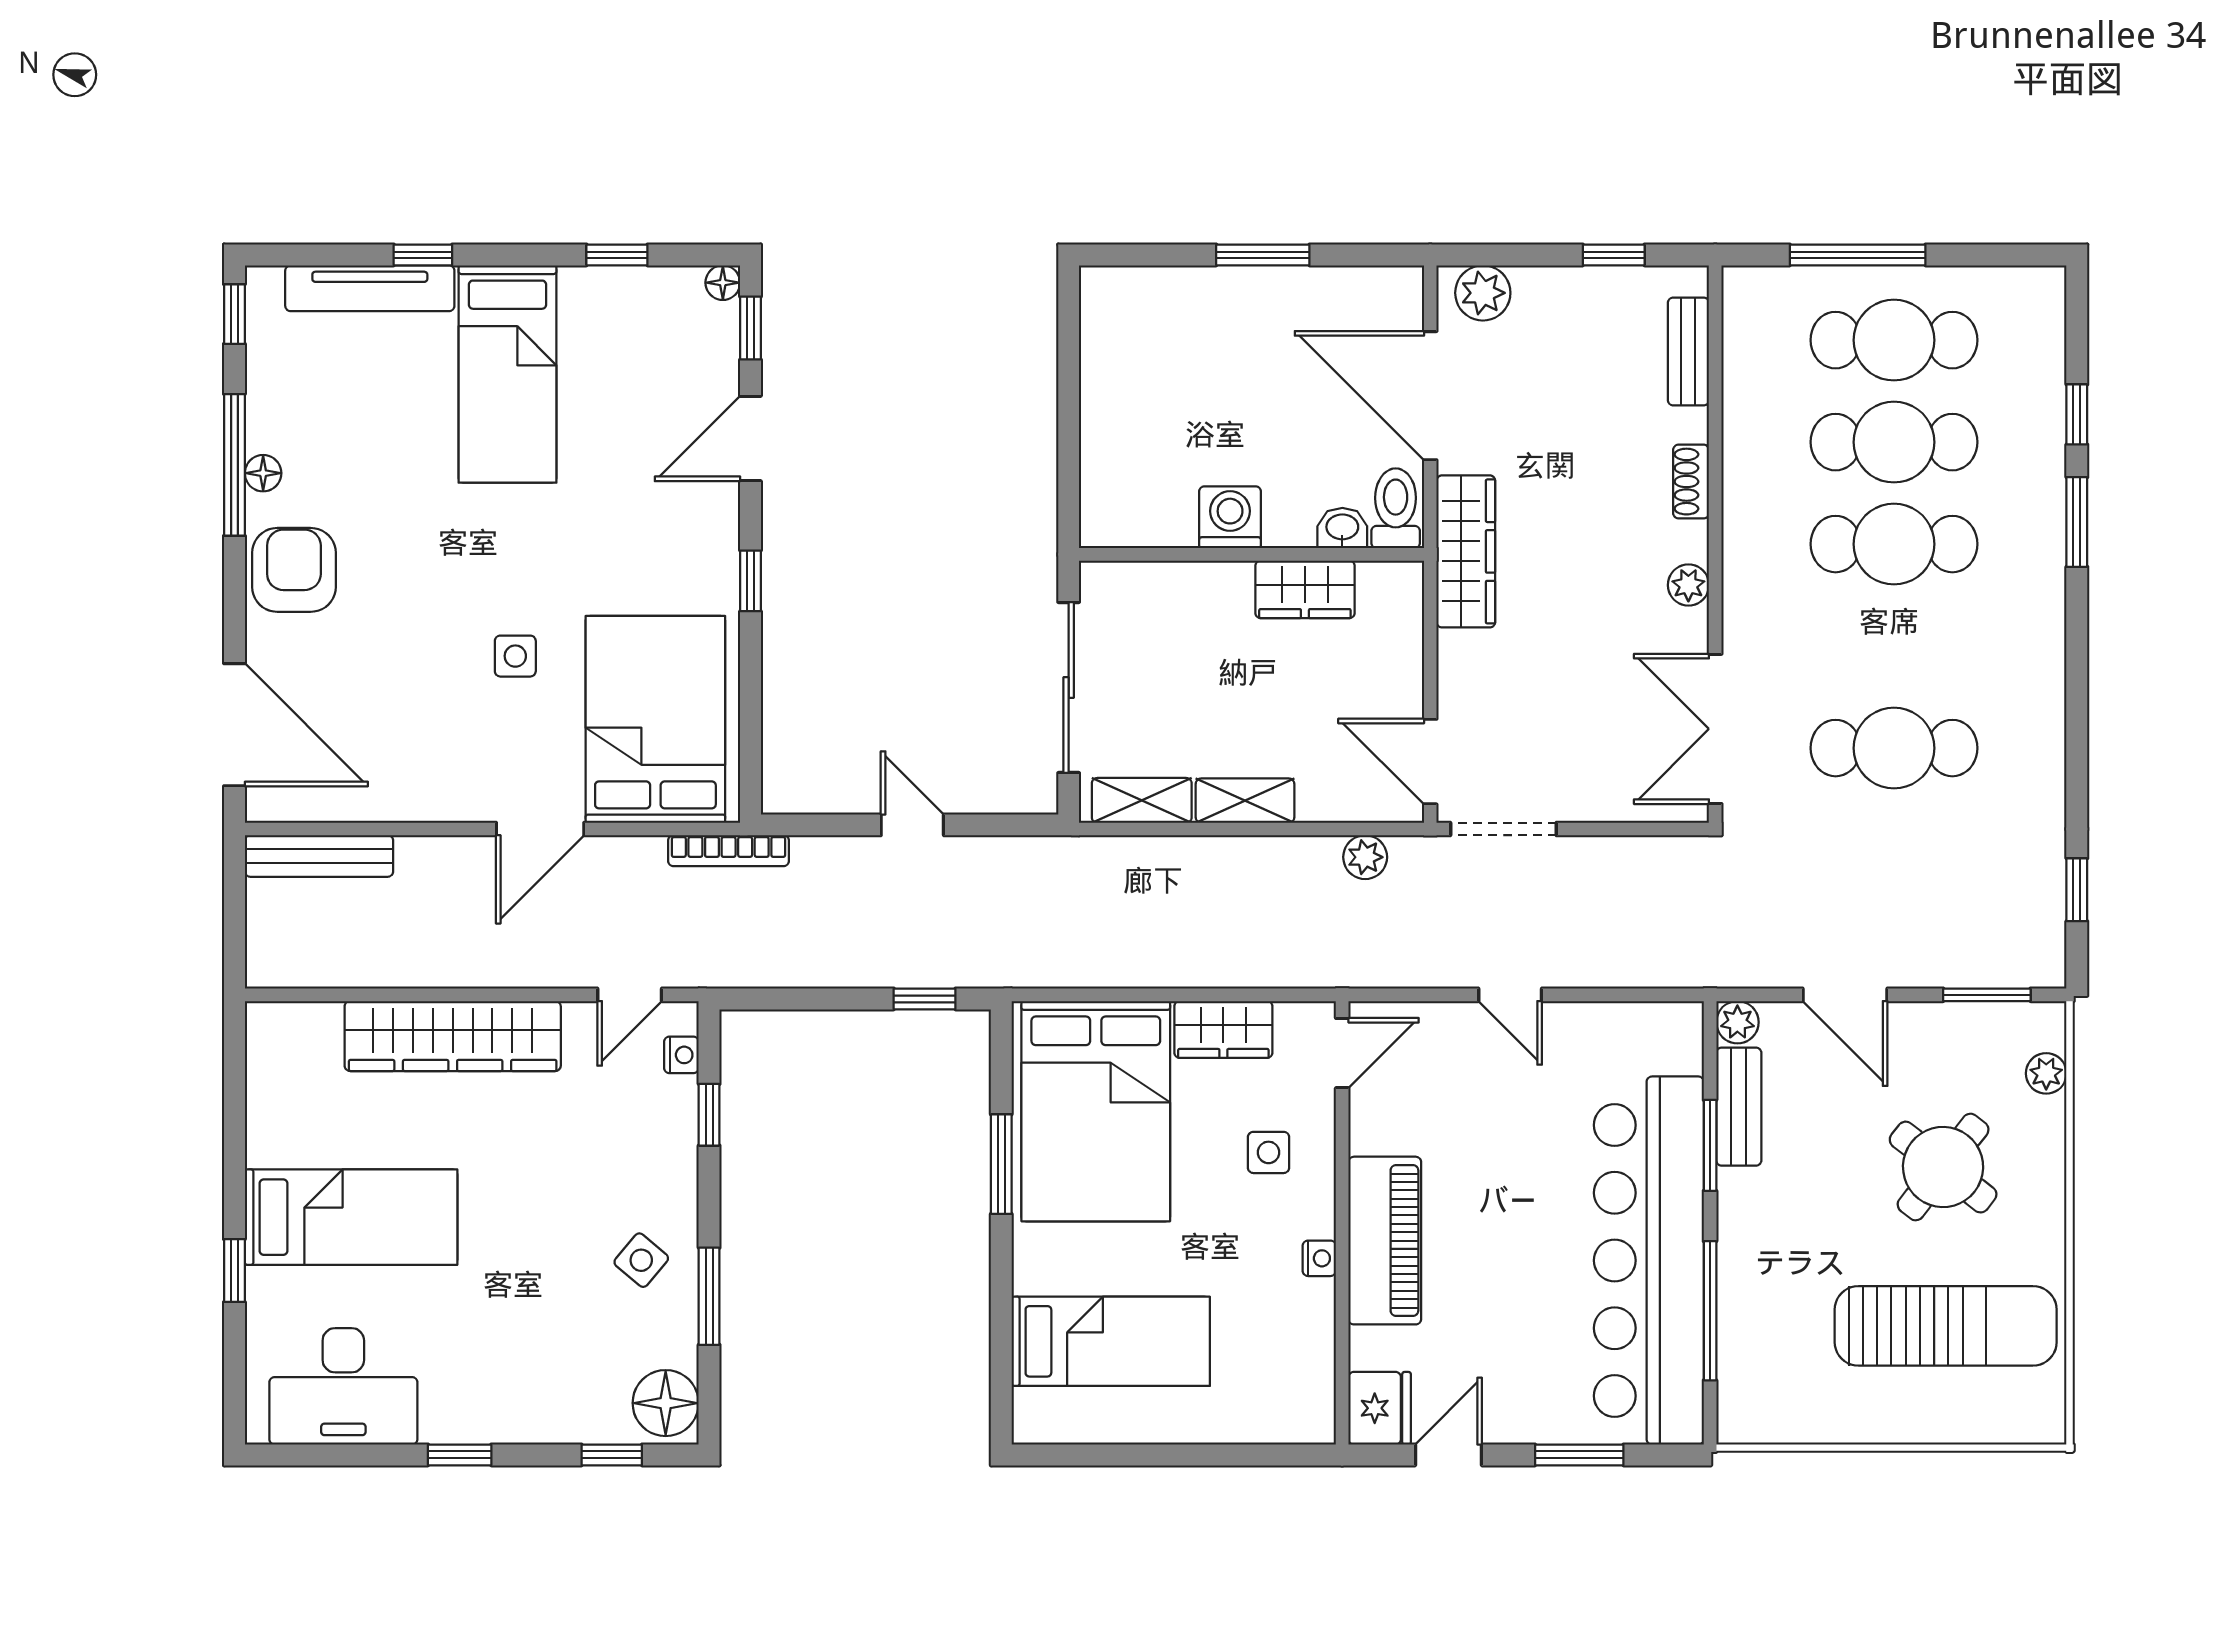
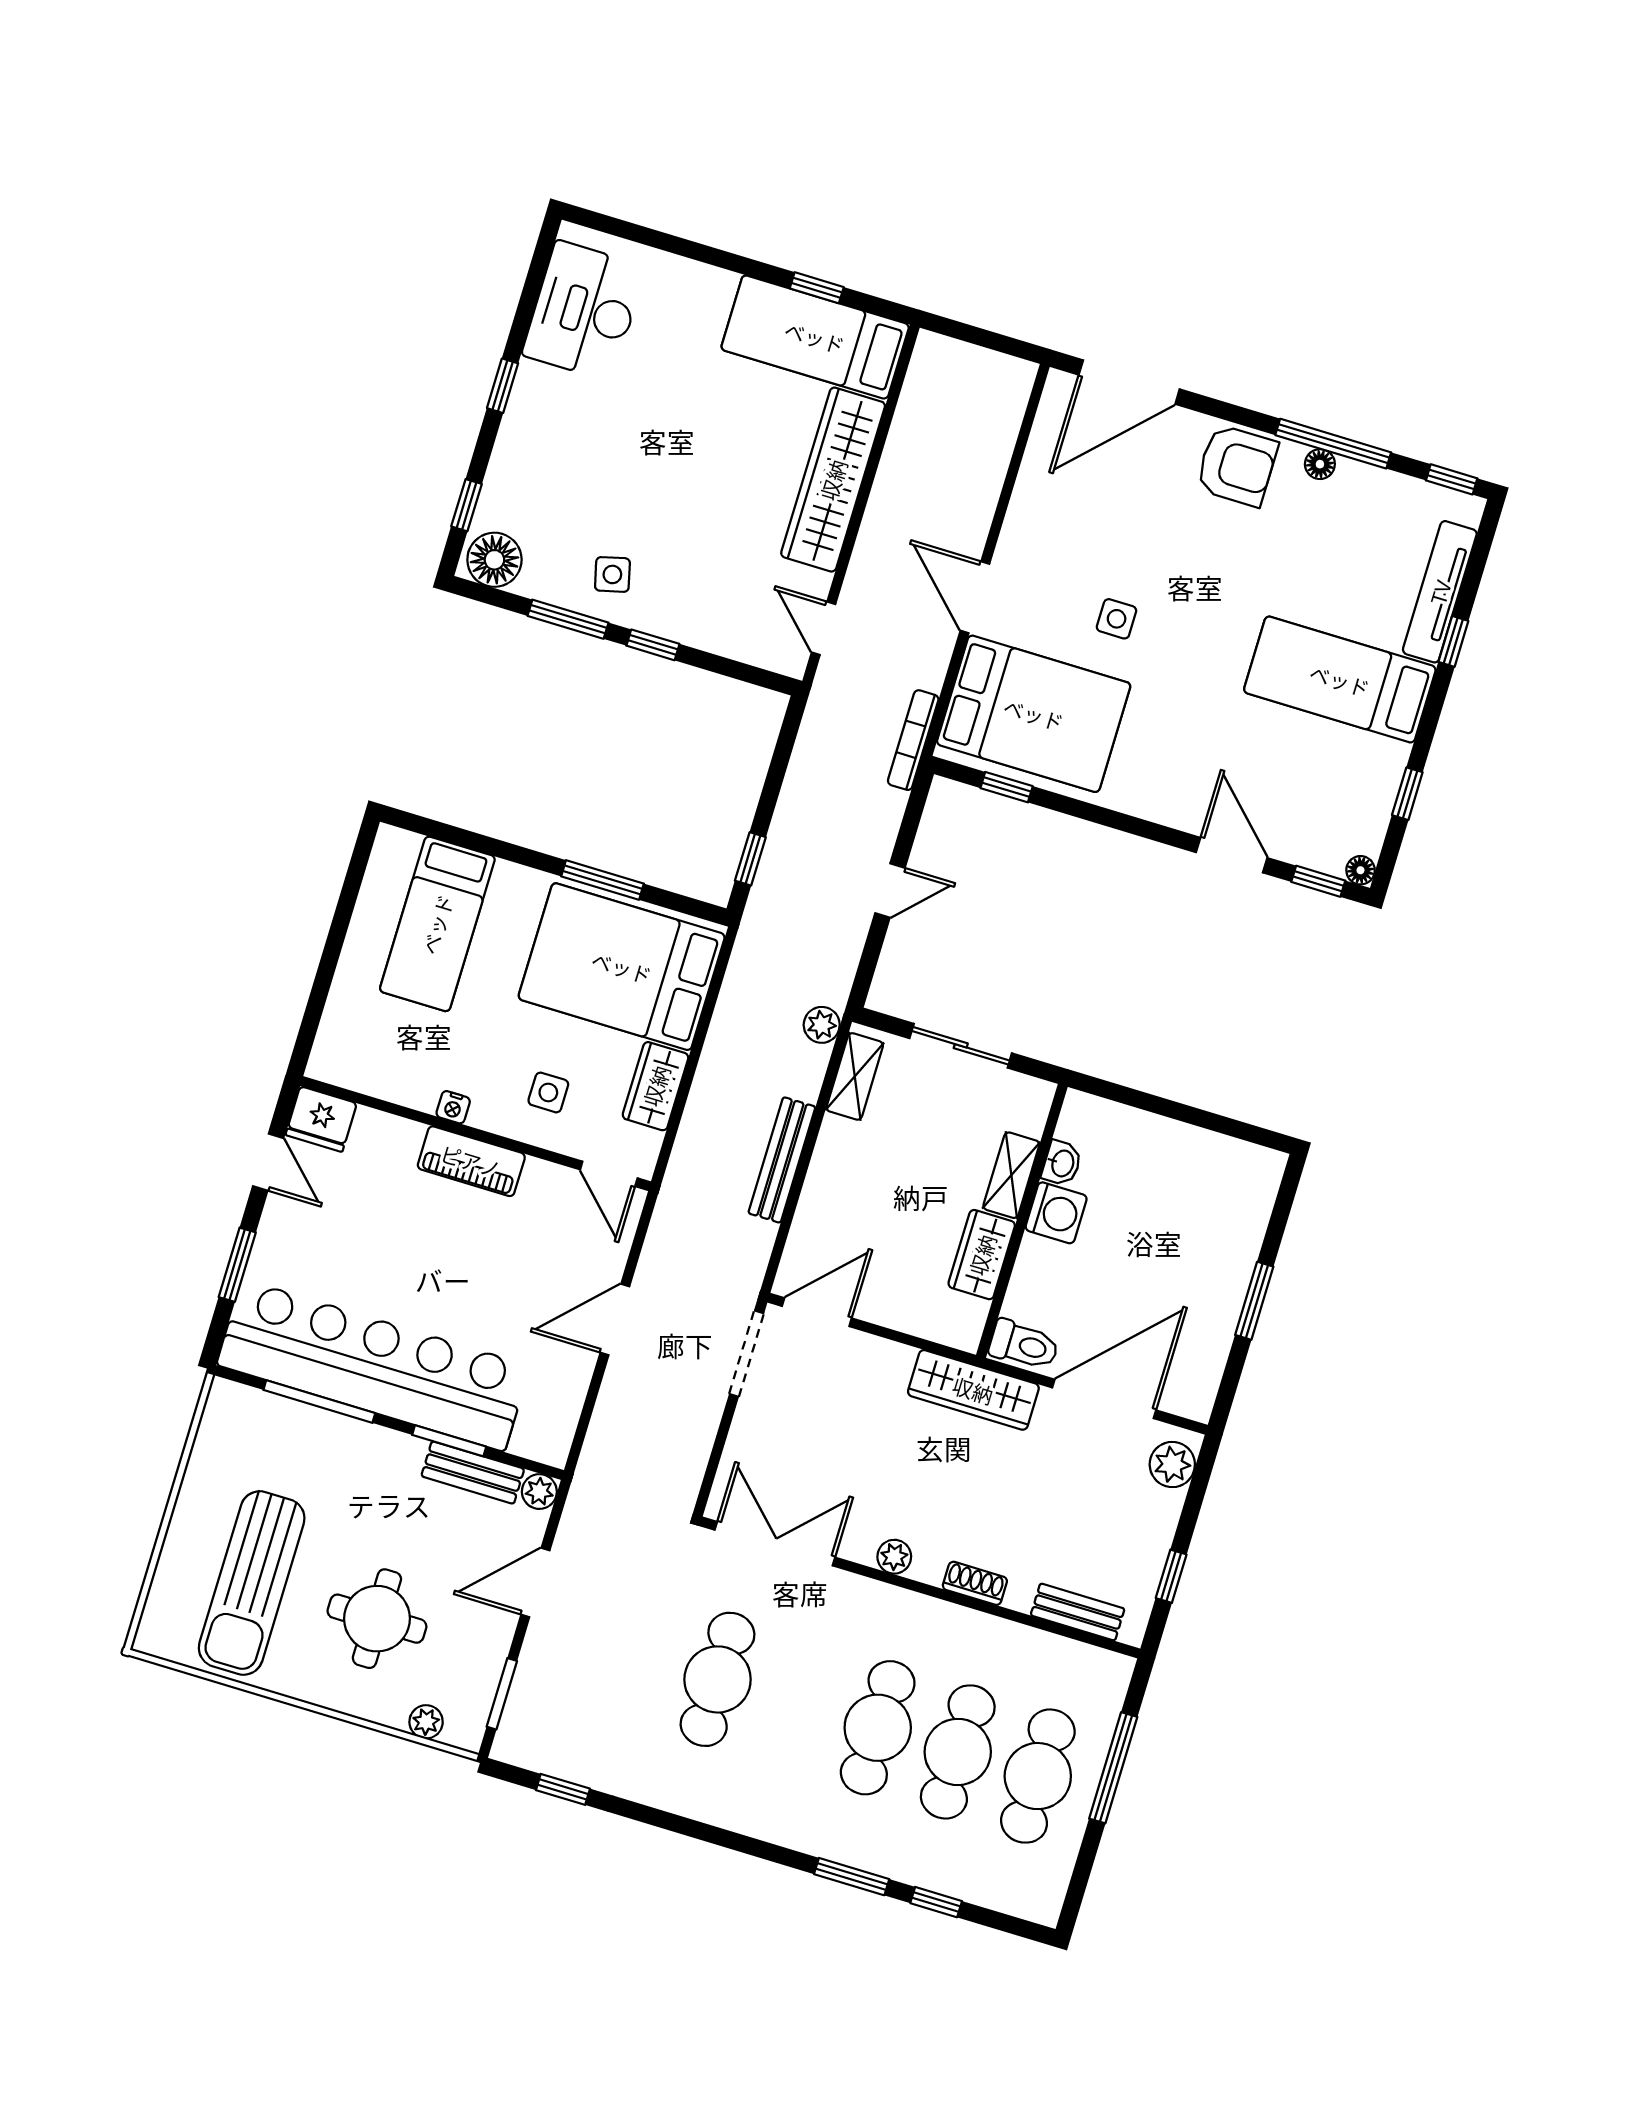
washbasin: (1342, 528) -> (1062, 1163), moved
window: (750, 581) -> (1007, 787), moved
sliding door: (1069, 688) -> (961, 1046), width x0.73
shelving: (1245, 801) -> (1011, 1175), moved
bench: (319, 856) -> (782, 1160), moved
plant: (1365, 857) -> (822, 1025), moved
door: (1510, 995) -> (615, 1320), width x1.38
nightstand: (681, 1055) -> (764, 655), removed
window: (709, 1115) -> (653, 645), moved
round table: (1943, 1167) -> (377, 1619), turned -38
bed: (351, 1217) -> (815, 337), moved, turned 90
piano: (1385, 1241) -> (471, 1161), width x0.73, depth x0.75
side table: (641, 1260) -> (612, 574), turned 36
window: (234, 1271) -> (817, 288), moved

